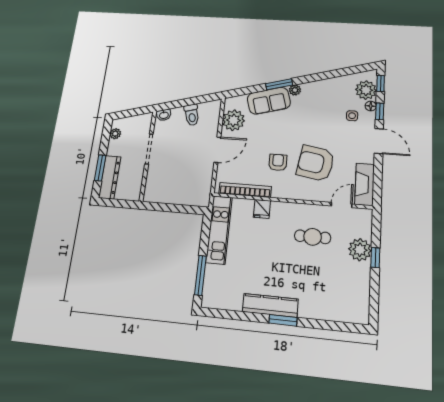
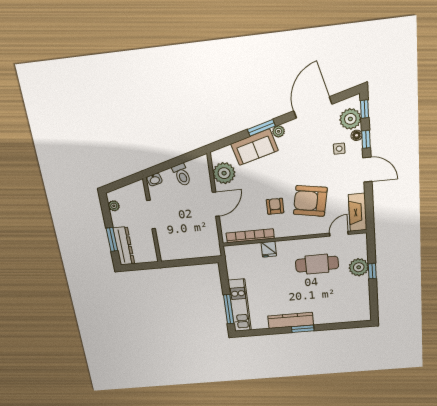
door: (331, 74) -> (313, 108), added
kitchen unit: (219, 230) -> (240, 305), moved
cafe table: (313, 237) -> (317, 264), width x1.37, depth x1.35

